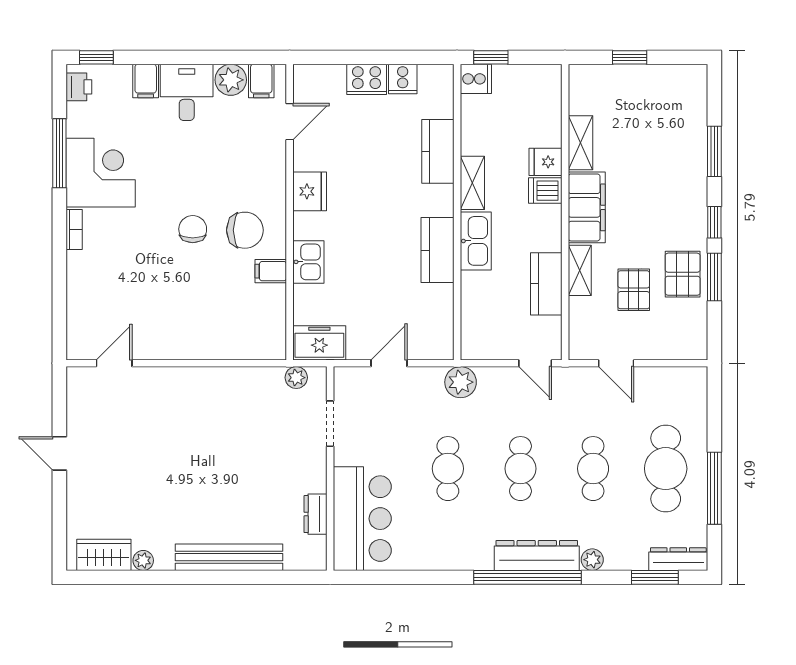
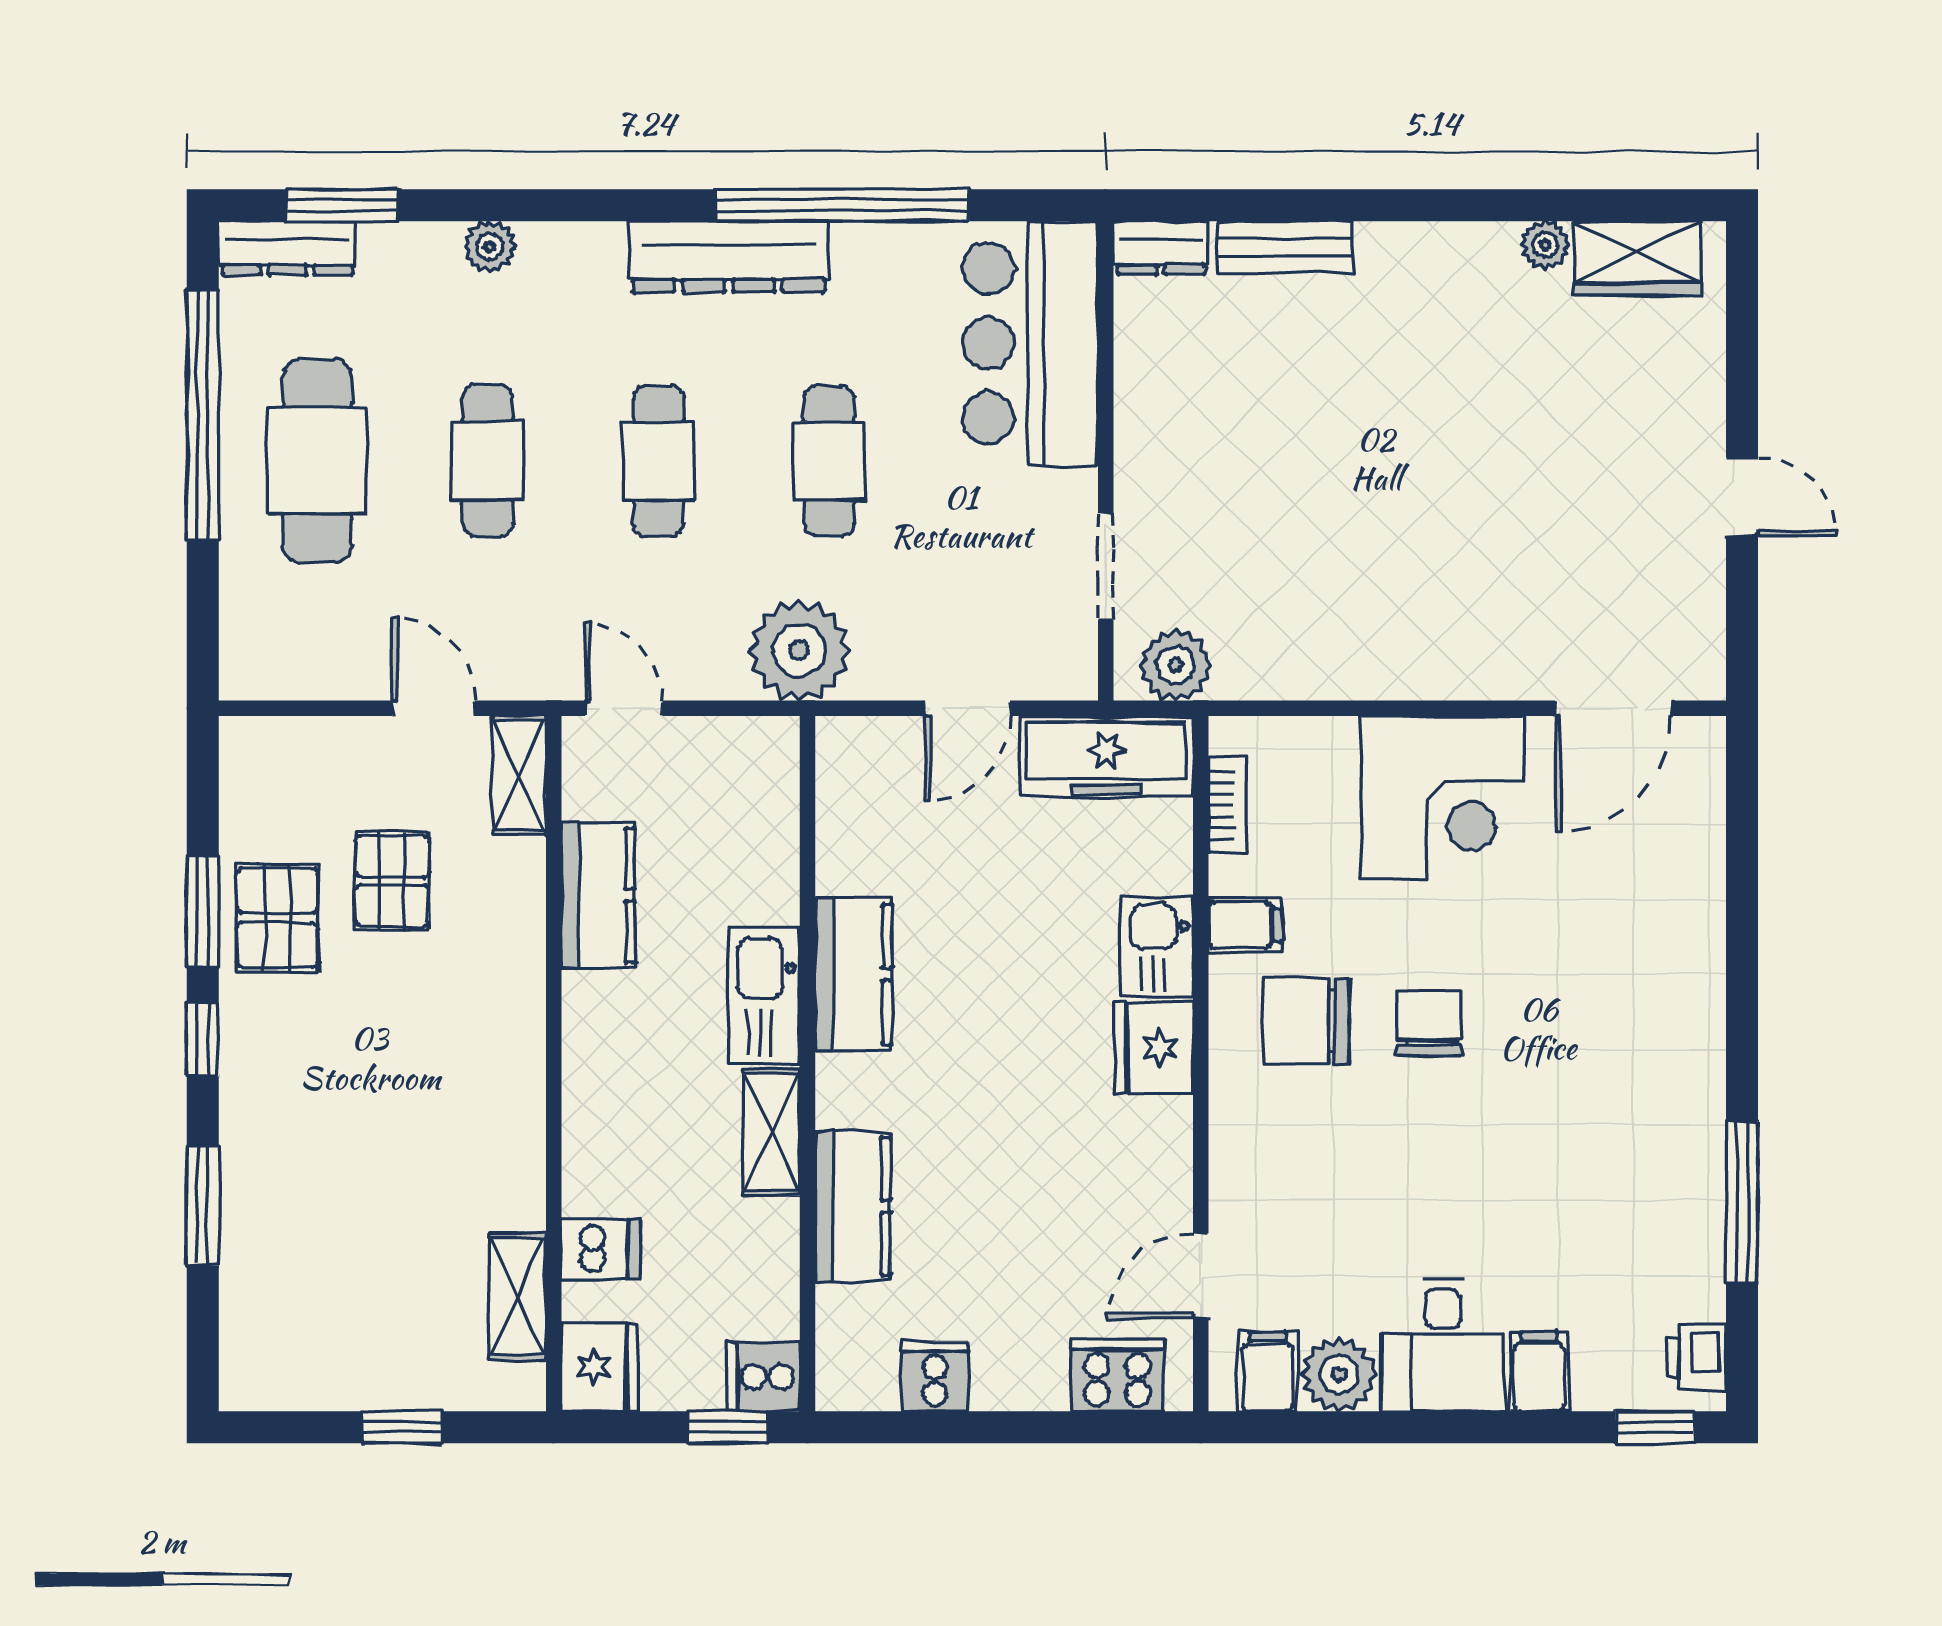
cooker: (367, 79) -> (1117, 1375), moved
shelving: (580, 143) -> (517, 1297), moved
fridge: (546, 162) -> (600, 1367), moved, width x1.38
corner desk: (101, 173) -> (1442, 797), moved, turned -90
fridge: (310, 191) -> (1154, 1047), moved
dishwasher: (545, 191) -> (600, 1249), moved
filing cabinet: (587, 207) -> (503, 1074), removed
bookcase: (74, 229) -> (1227, 805), moved, turned 180
chair: (193, 229) -> (1429, 1023), turned 180
shelving: (580, 270) -> (519, 775), moved
freezer: (319, 343) -> (1106, 756), width x1.40
door: (114, 363) -> (1613, 708), width x1.38
plant: (296, 378) -> (1176, 665), width x1.38, depth x1.38
plant: (461, 382) -> (799, 650), width x1.36, depth x1.36
window: (714, 488) -> (203, 414), width x1.46
dresser: (316, 514) -> (1161, 248), moved, turned 90
dresser: (537, 555) -> (729, 257), moved
bench: (229, 557) -> (1285, 247), width x0.54, depth x0.82
window: (527, 577) -> (842, 205), moved

